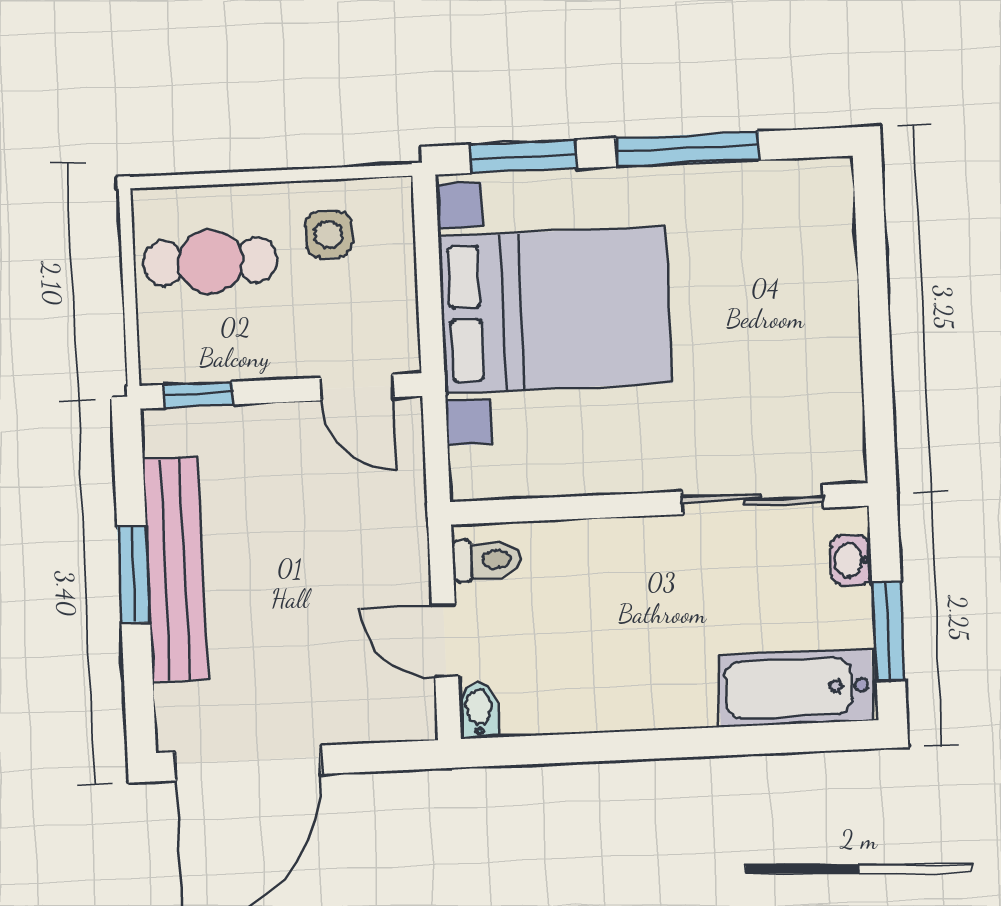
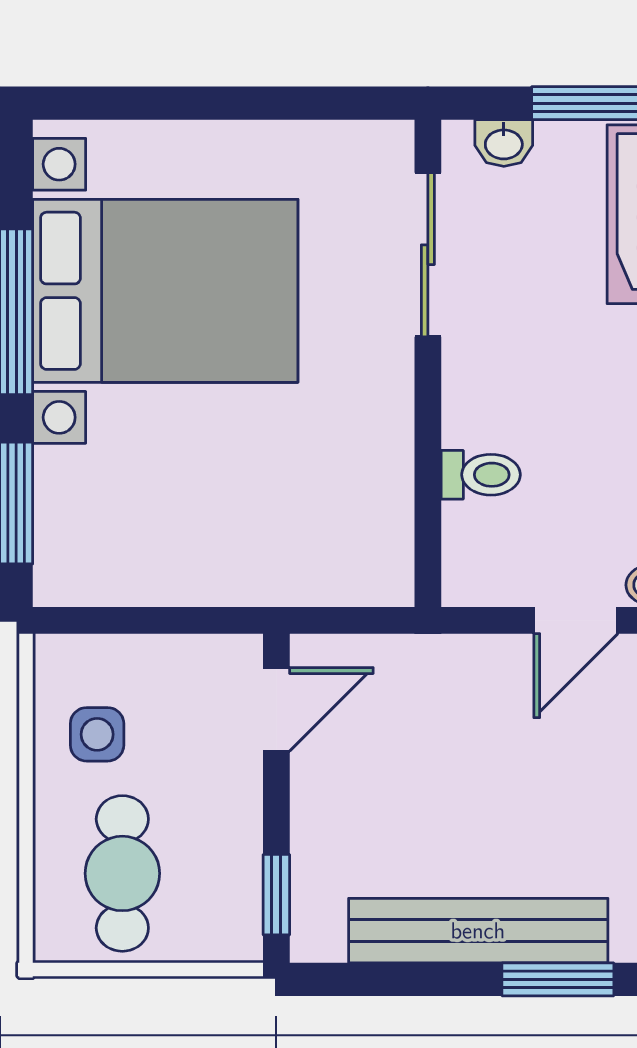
bed with nightstands: (555, 310) -> (165, 291), moved, turned 90
toilet: (487, 560) -> (481, 475), moved, turned 90
window: (134, 574) -> (558, 979), moved

